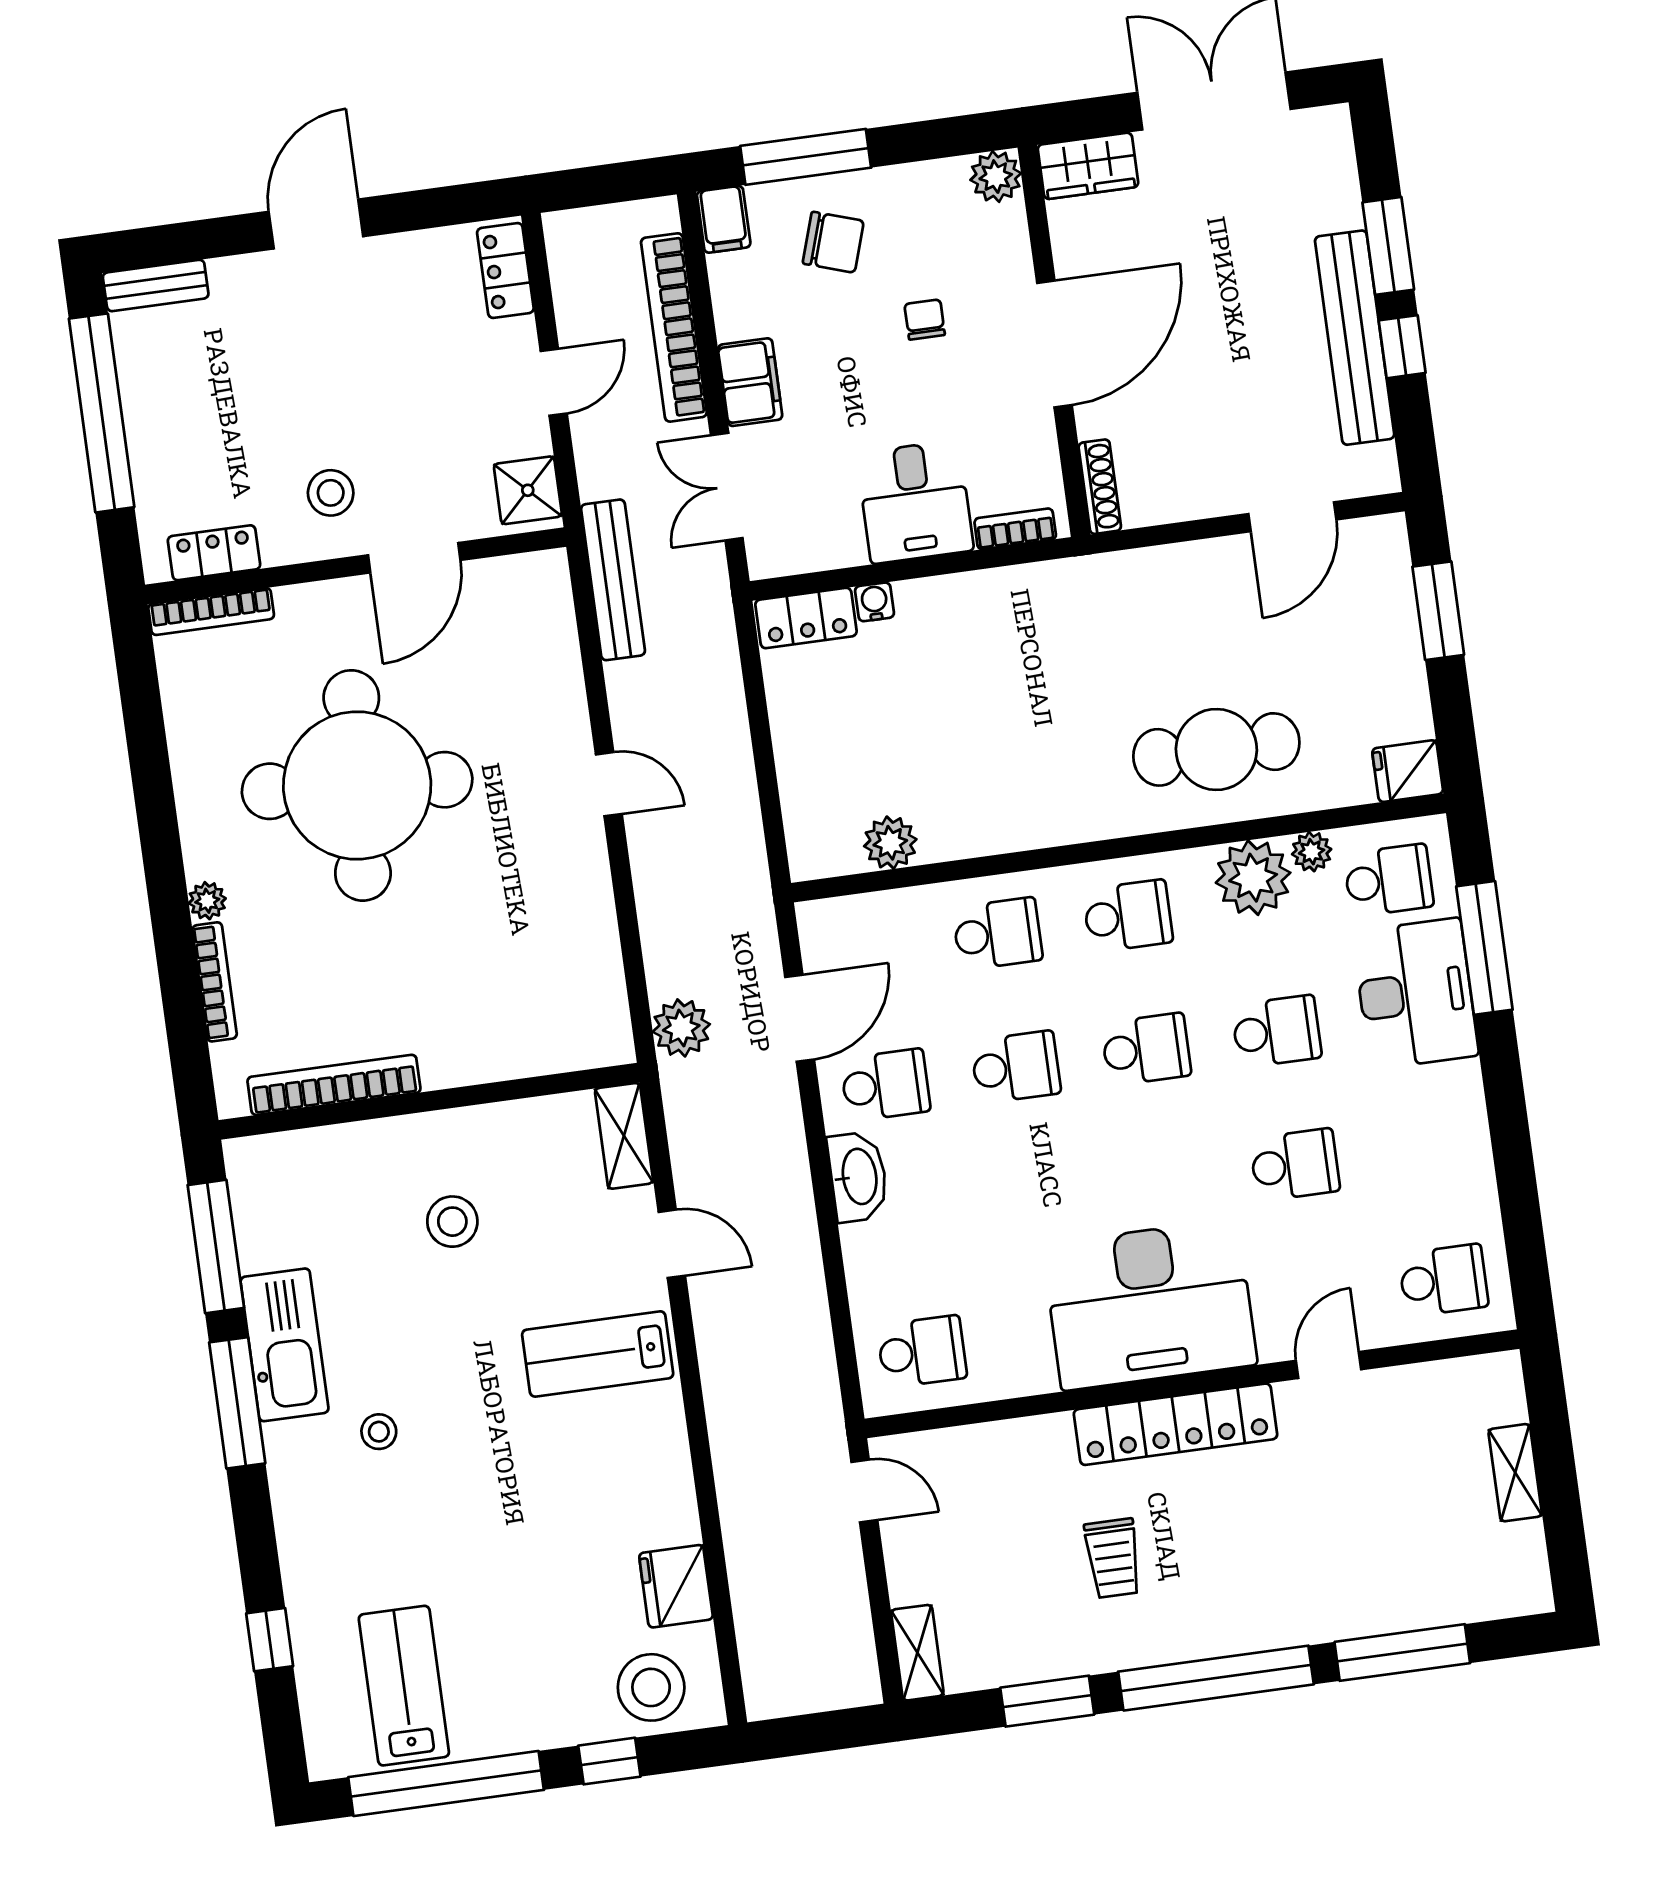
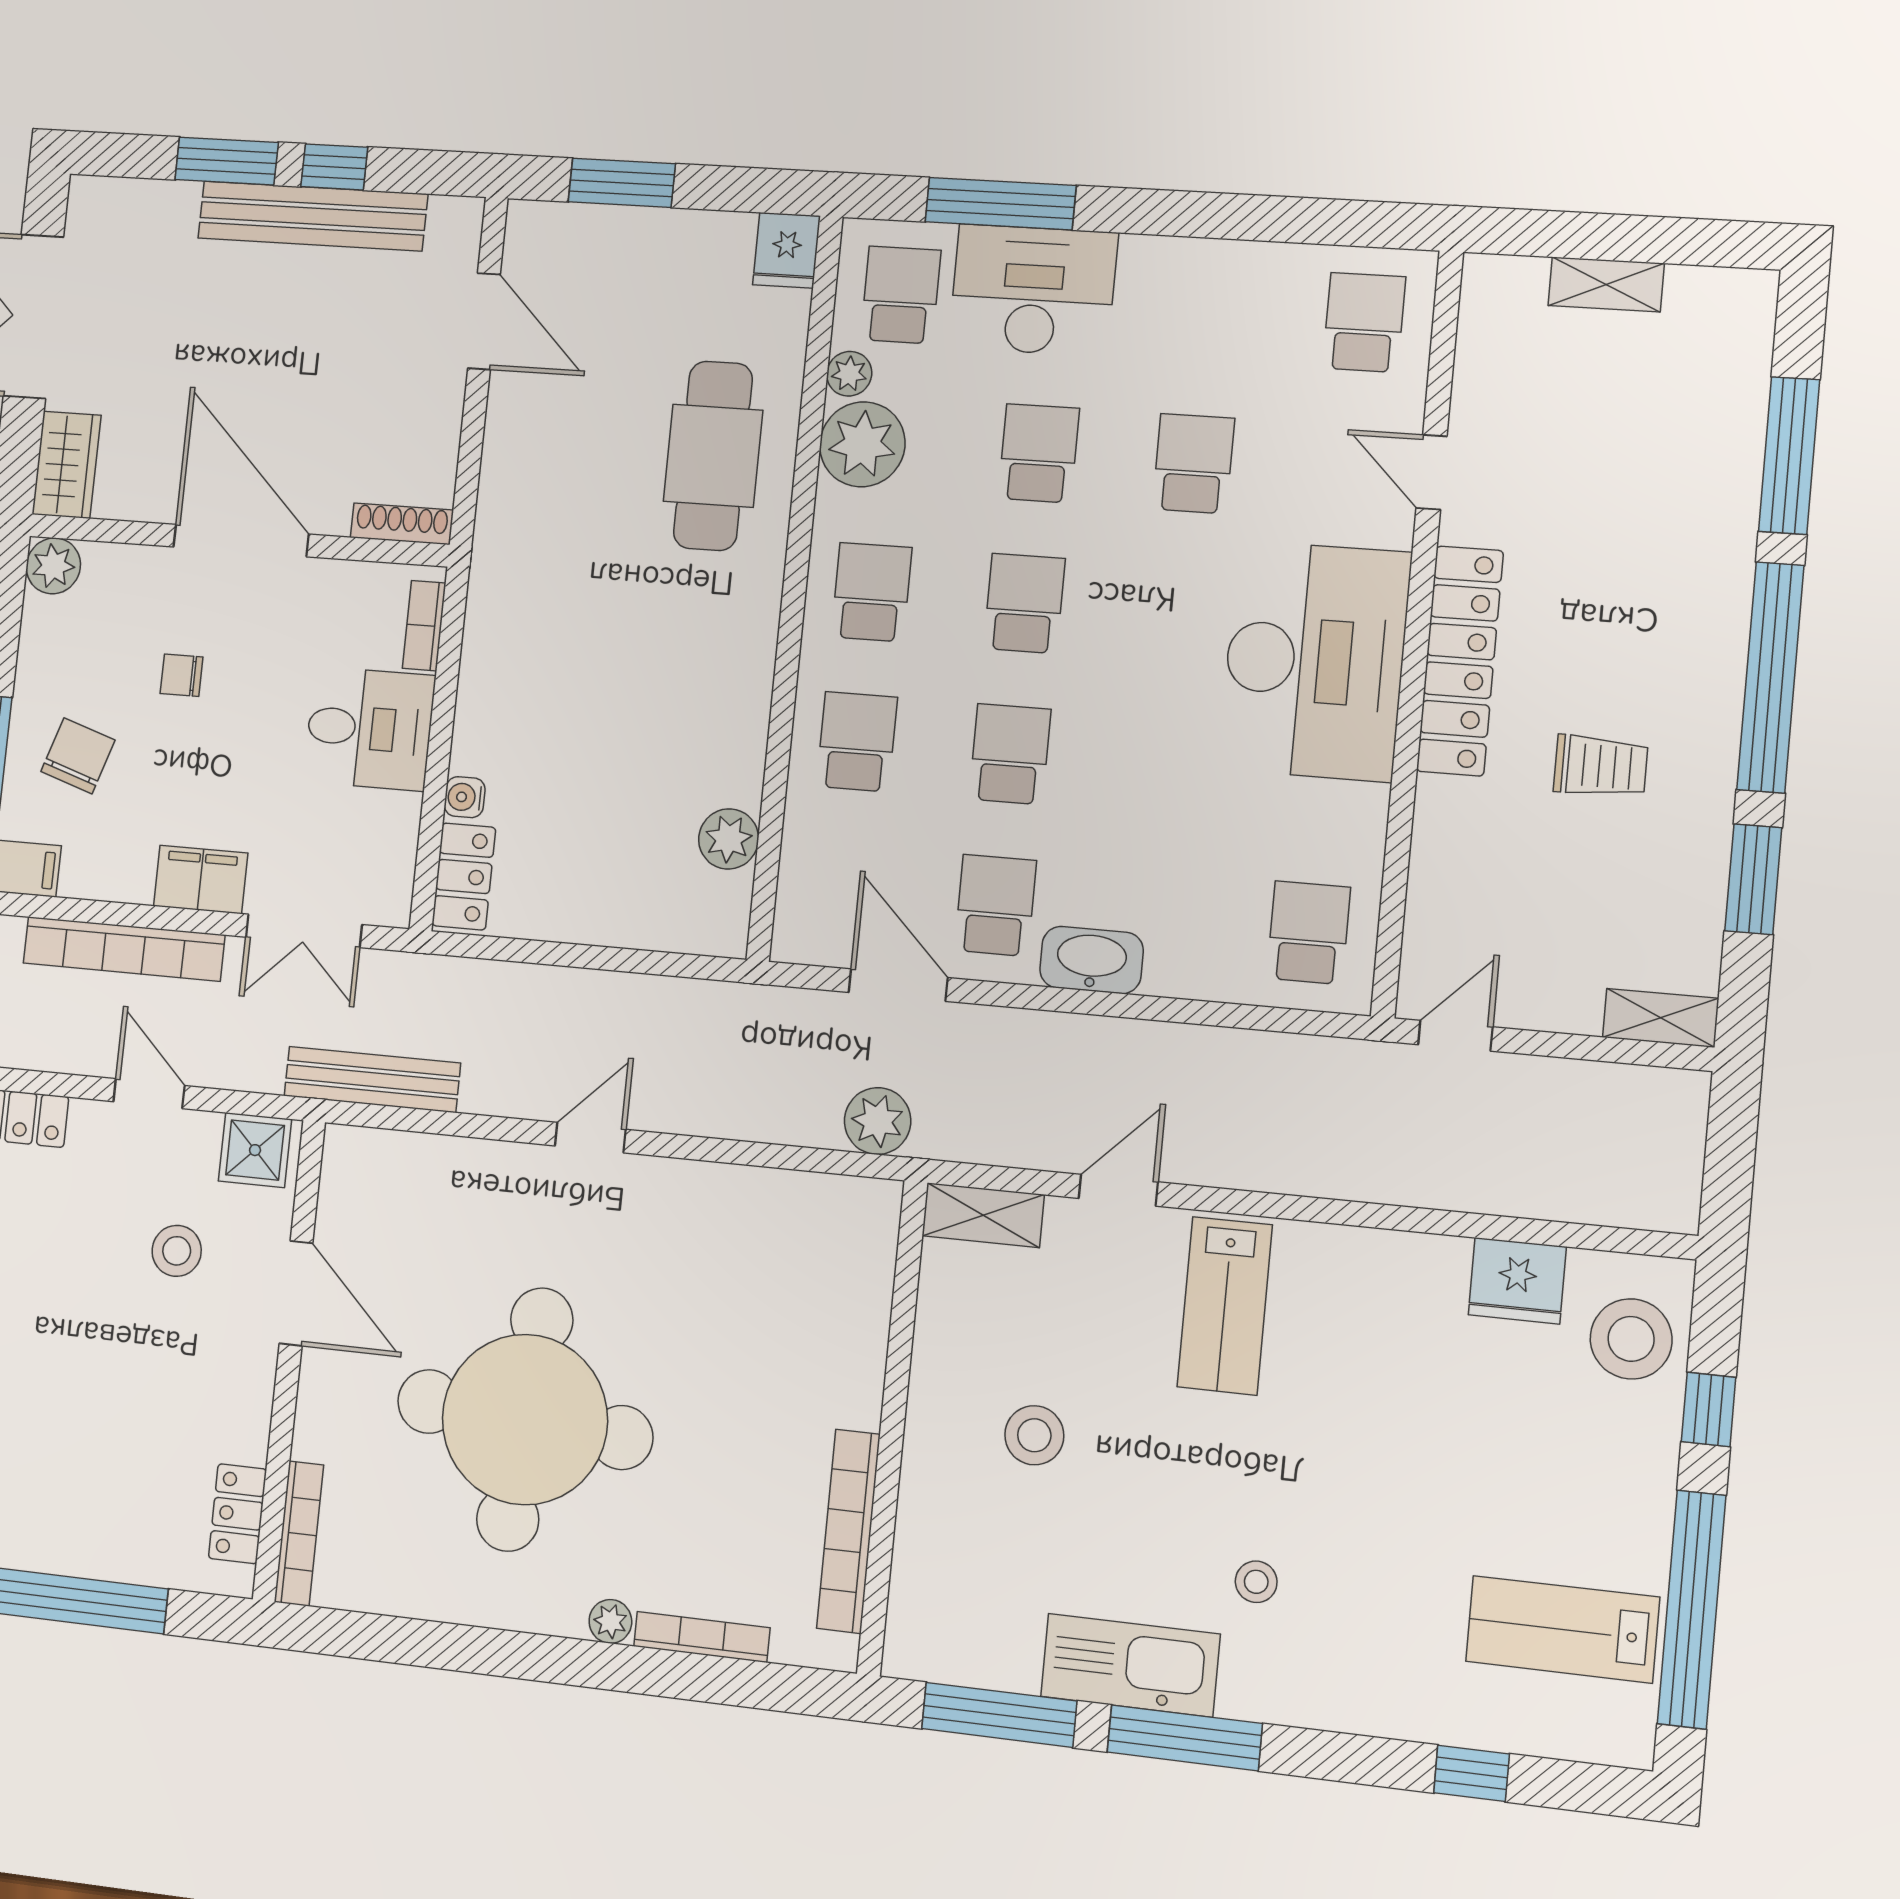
stool: (331, 493) -> (177, 1251), moved

